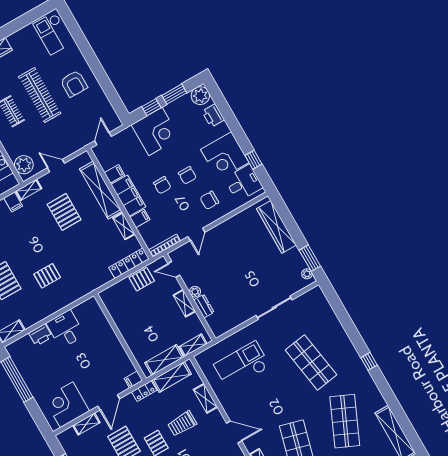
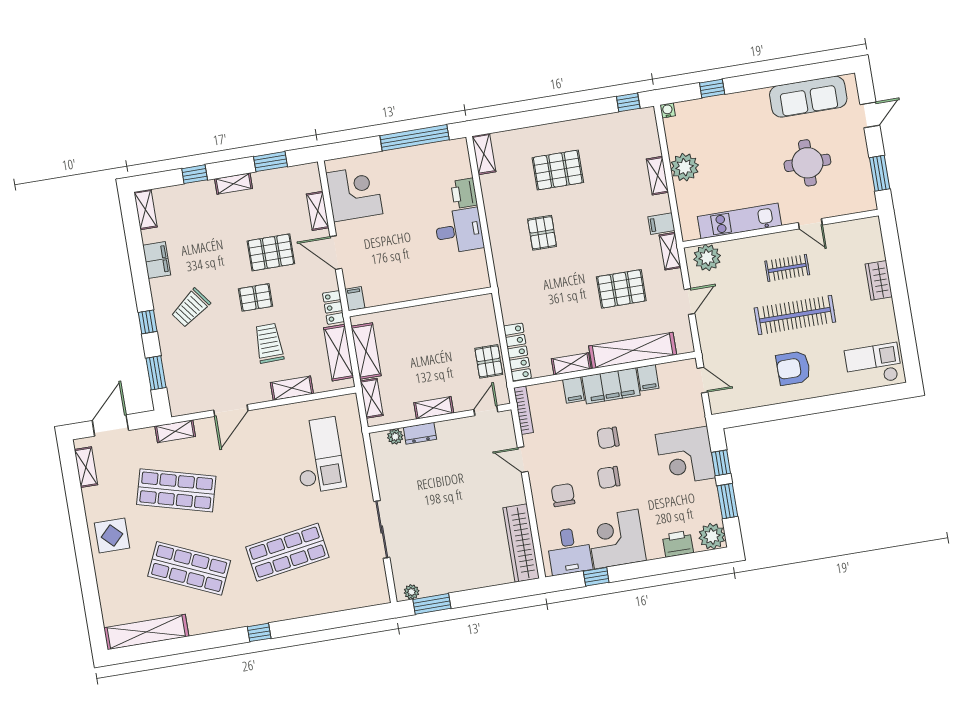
wardrobe: (276, 227) -> (521, 543), moved, turned -90
plant: (195, 292) -> (395, 437), moved

